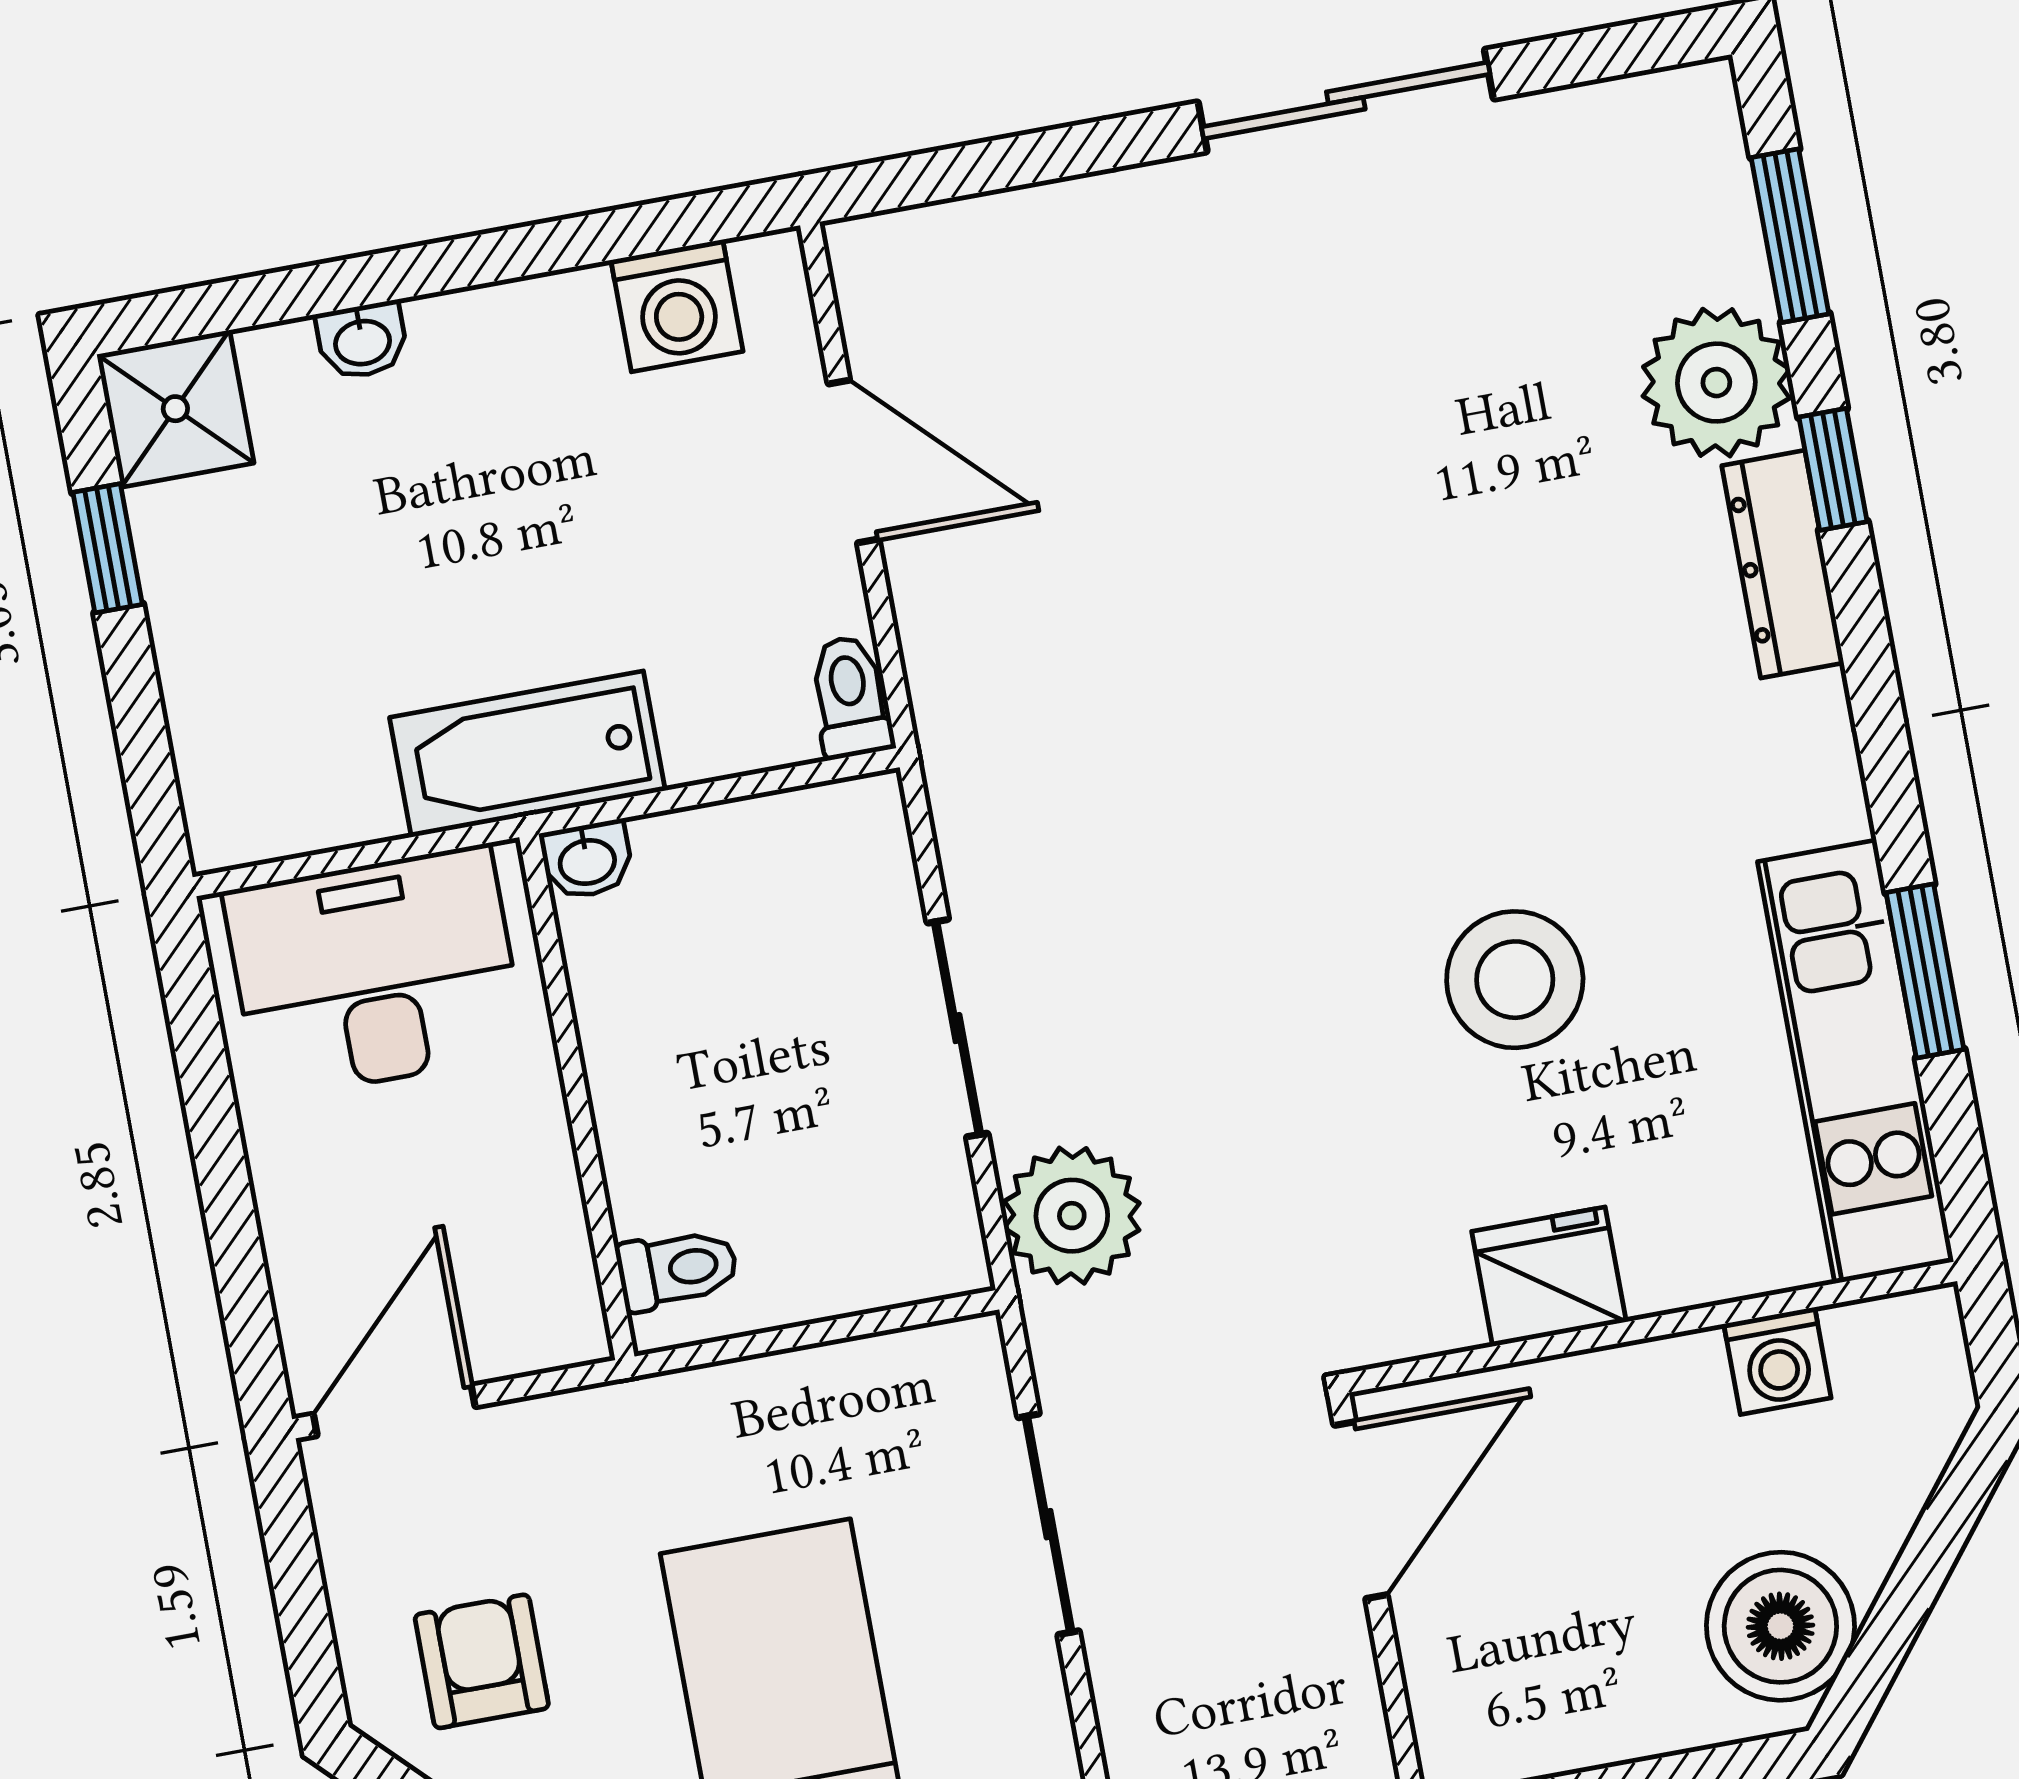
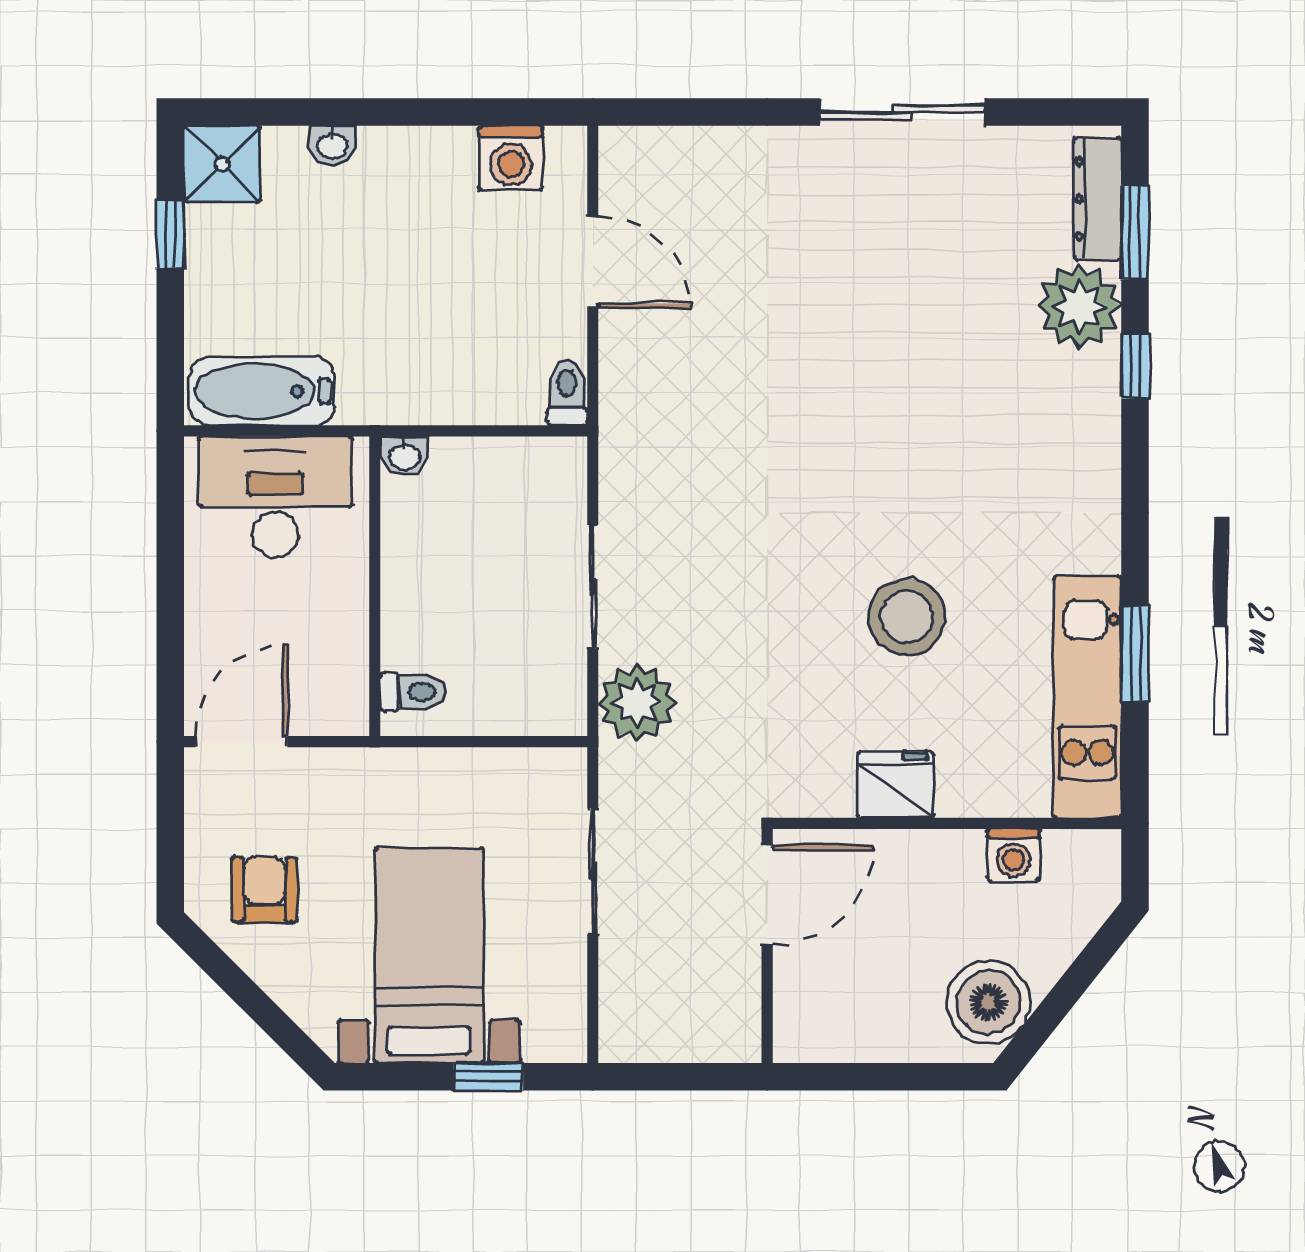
dresser: (1783, 564) -> (1098, 199), moved
bathtub: (527, 754) -> (262, 391), moved

